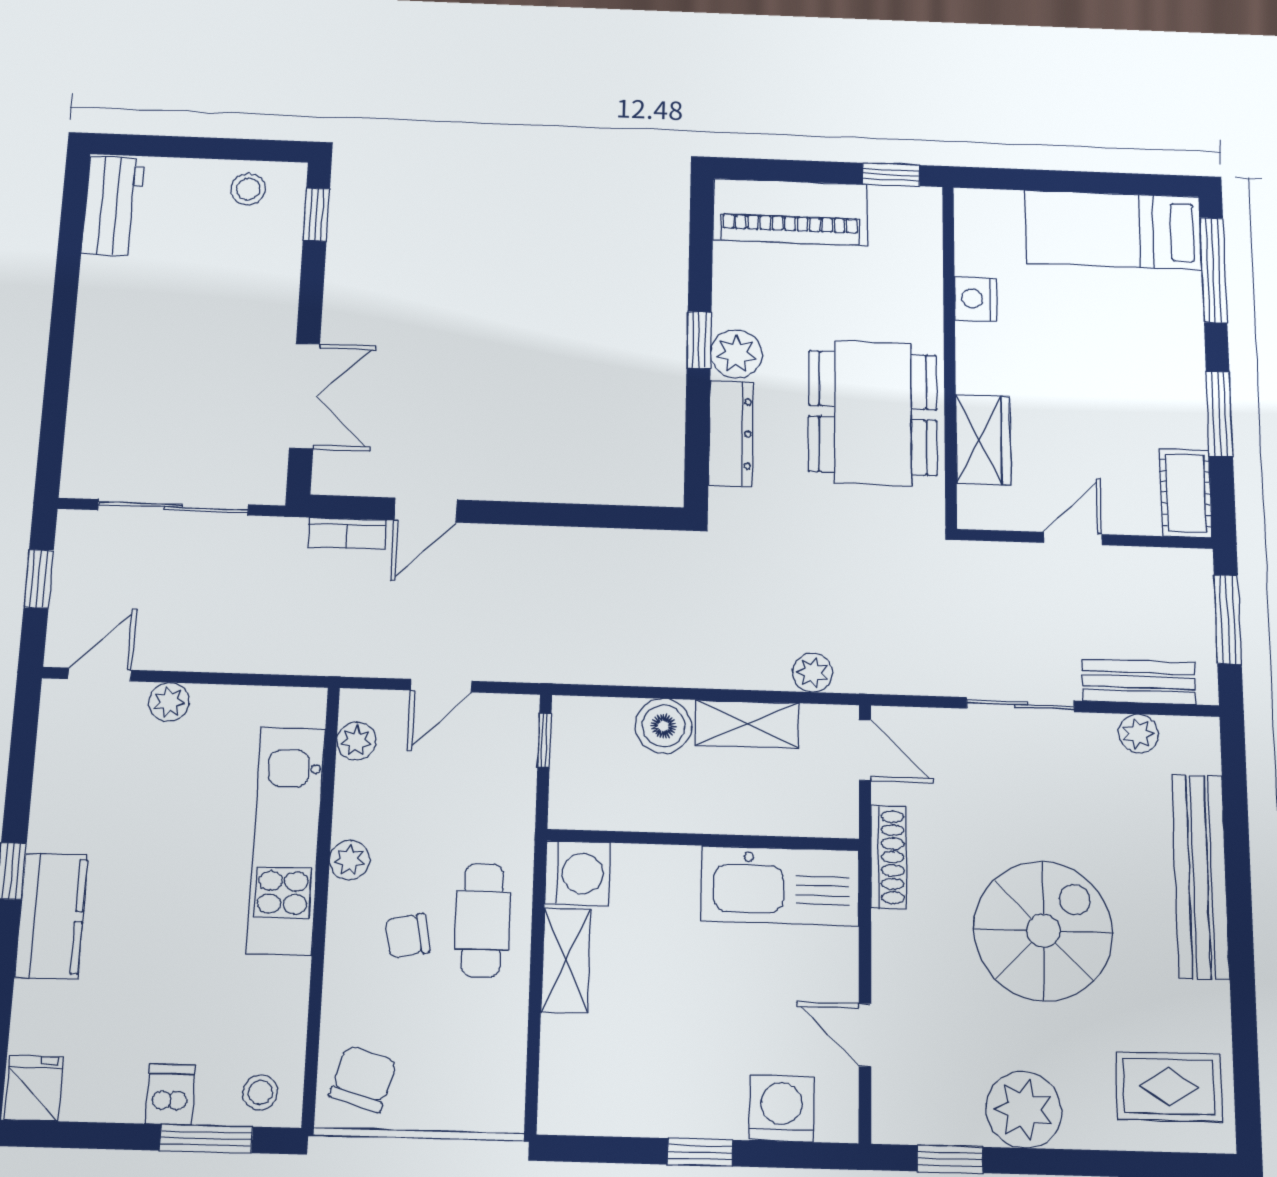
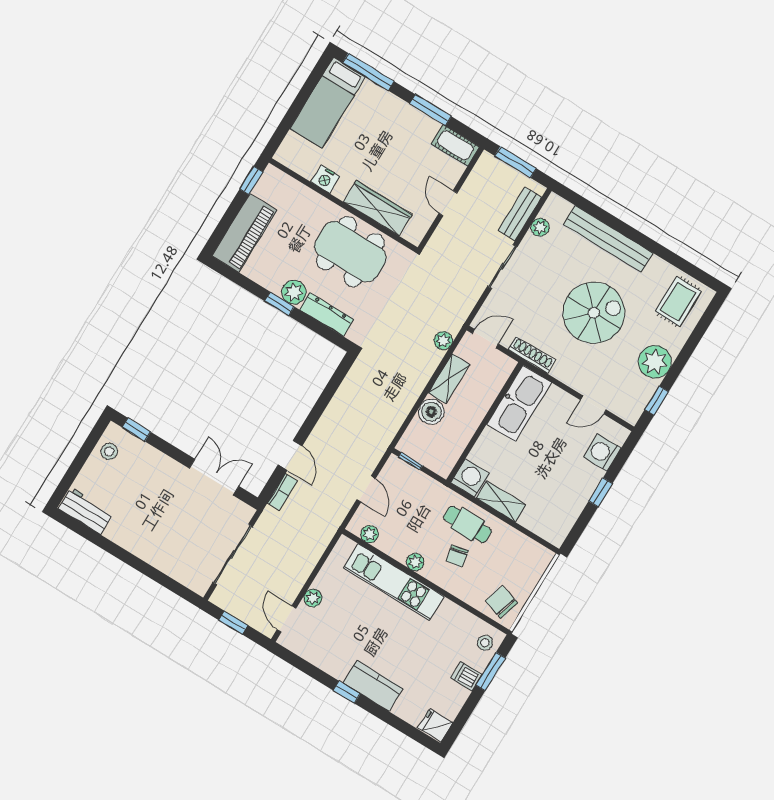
wardrobe: (983, 440) -> (378, 208), width x1.50
spiral stairs: (1043, 931) -> (594, 313), turned 90

